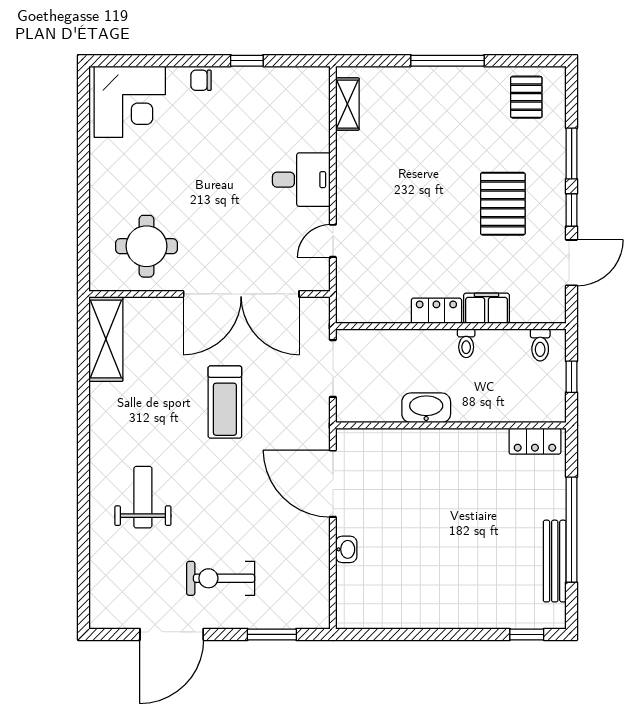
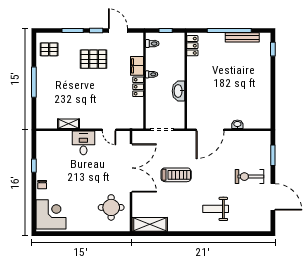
shelving: (347, 104) -> (69, 124), moved
exercise bike: (221, 578) -> (249, 177), turned 90

